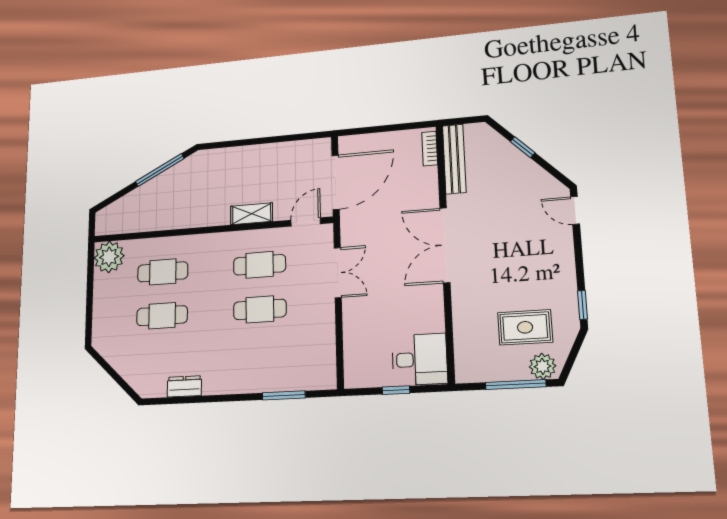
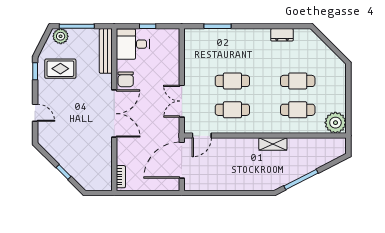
bench: (454, 159) -> (106, 51), moved
door: (575, 210) -> (35, 113), moved
shelving: (252, 214) -> (273, 144), moved
chair: (429, 301) -> (126, 79), added
rug: (525, 327) -> (60, 69), moved

